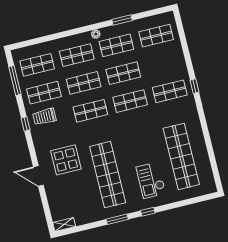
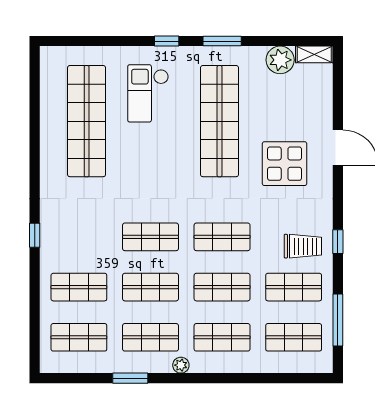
shop shelf: (170, 91) -> (79, 287), moved
checkout: (151, 180) -> (148, 93), turned 180
plant: (82, 217) -> (280, 60), added

